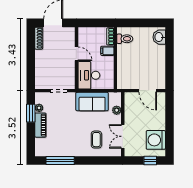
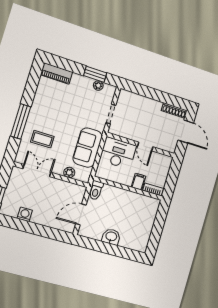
washbasin: (159, 37) -> (111, 237), moved
toilet: (125, 39) -> (96, 190), moved
door: (76, 54) -> (145, 146), hinge flipped
piano: (40, 125) -> (57, 73), moved
washing machine: (156, 140) -> (25, 214), width x0.53, depth x0.53
window: (60, 161) -> (21, 121), moved

